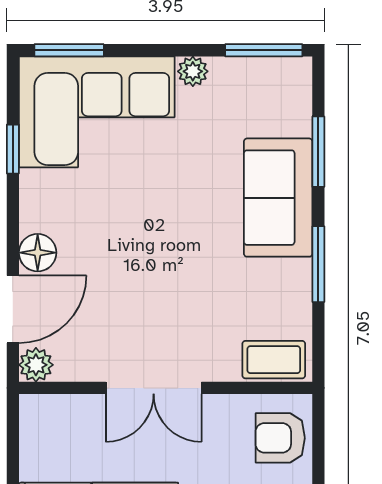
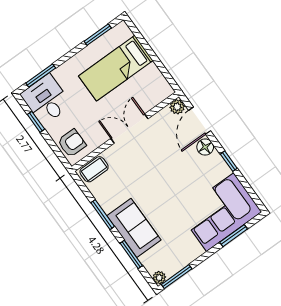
window: (69, 50) -> (234, 236), moved
plant: (193, 71) -> (159, 278), moved
window: (13, 149) -> (229, 161), moved

